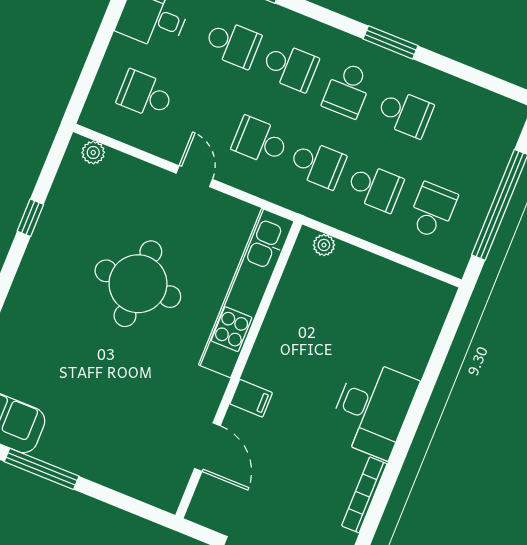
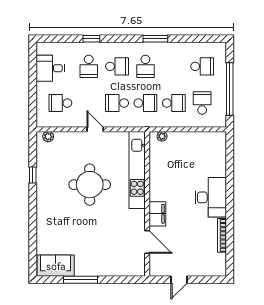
school desk: (233, 44) -> (89, 66), turned 90
school desk: (405, 113) -> (202, 66), moved
filing cabinet: (251, 398) -> (157, 214), width x2.00

